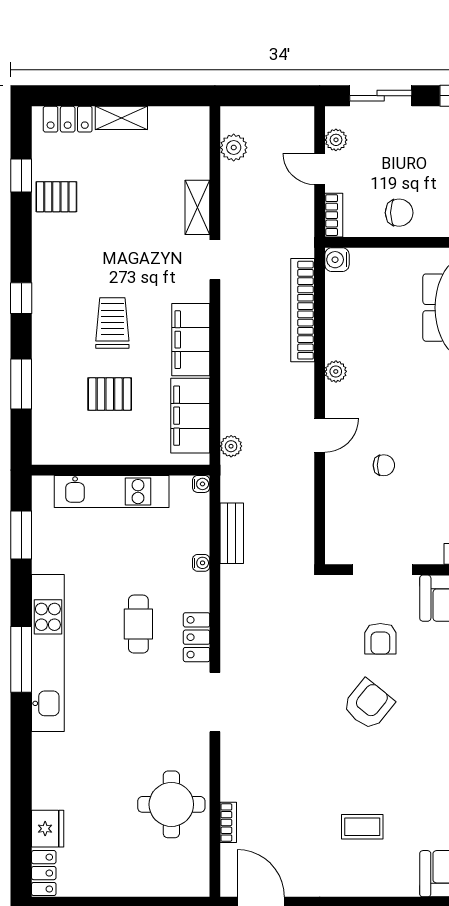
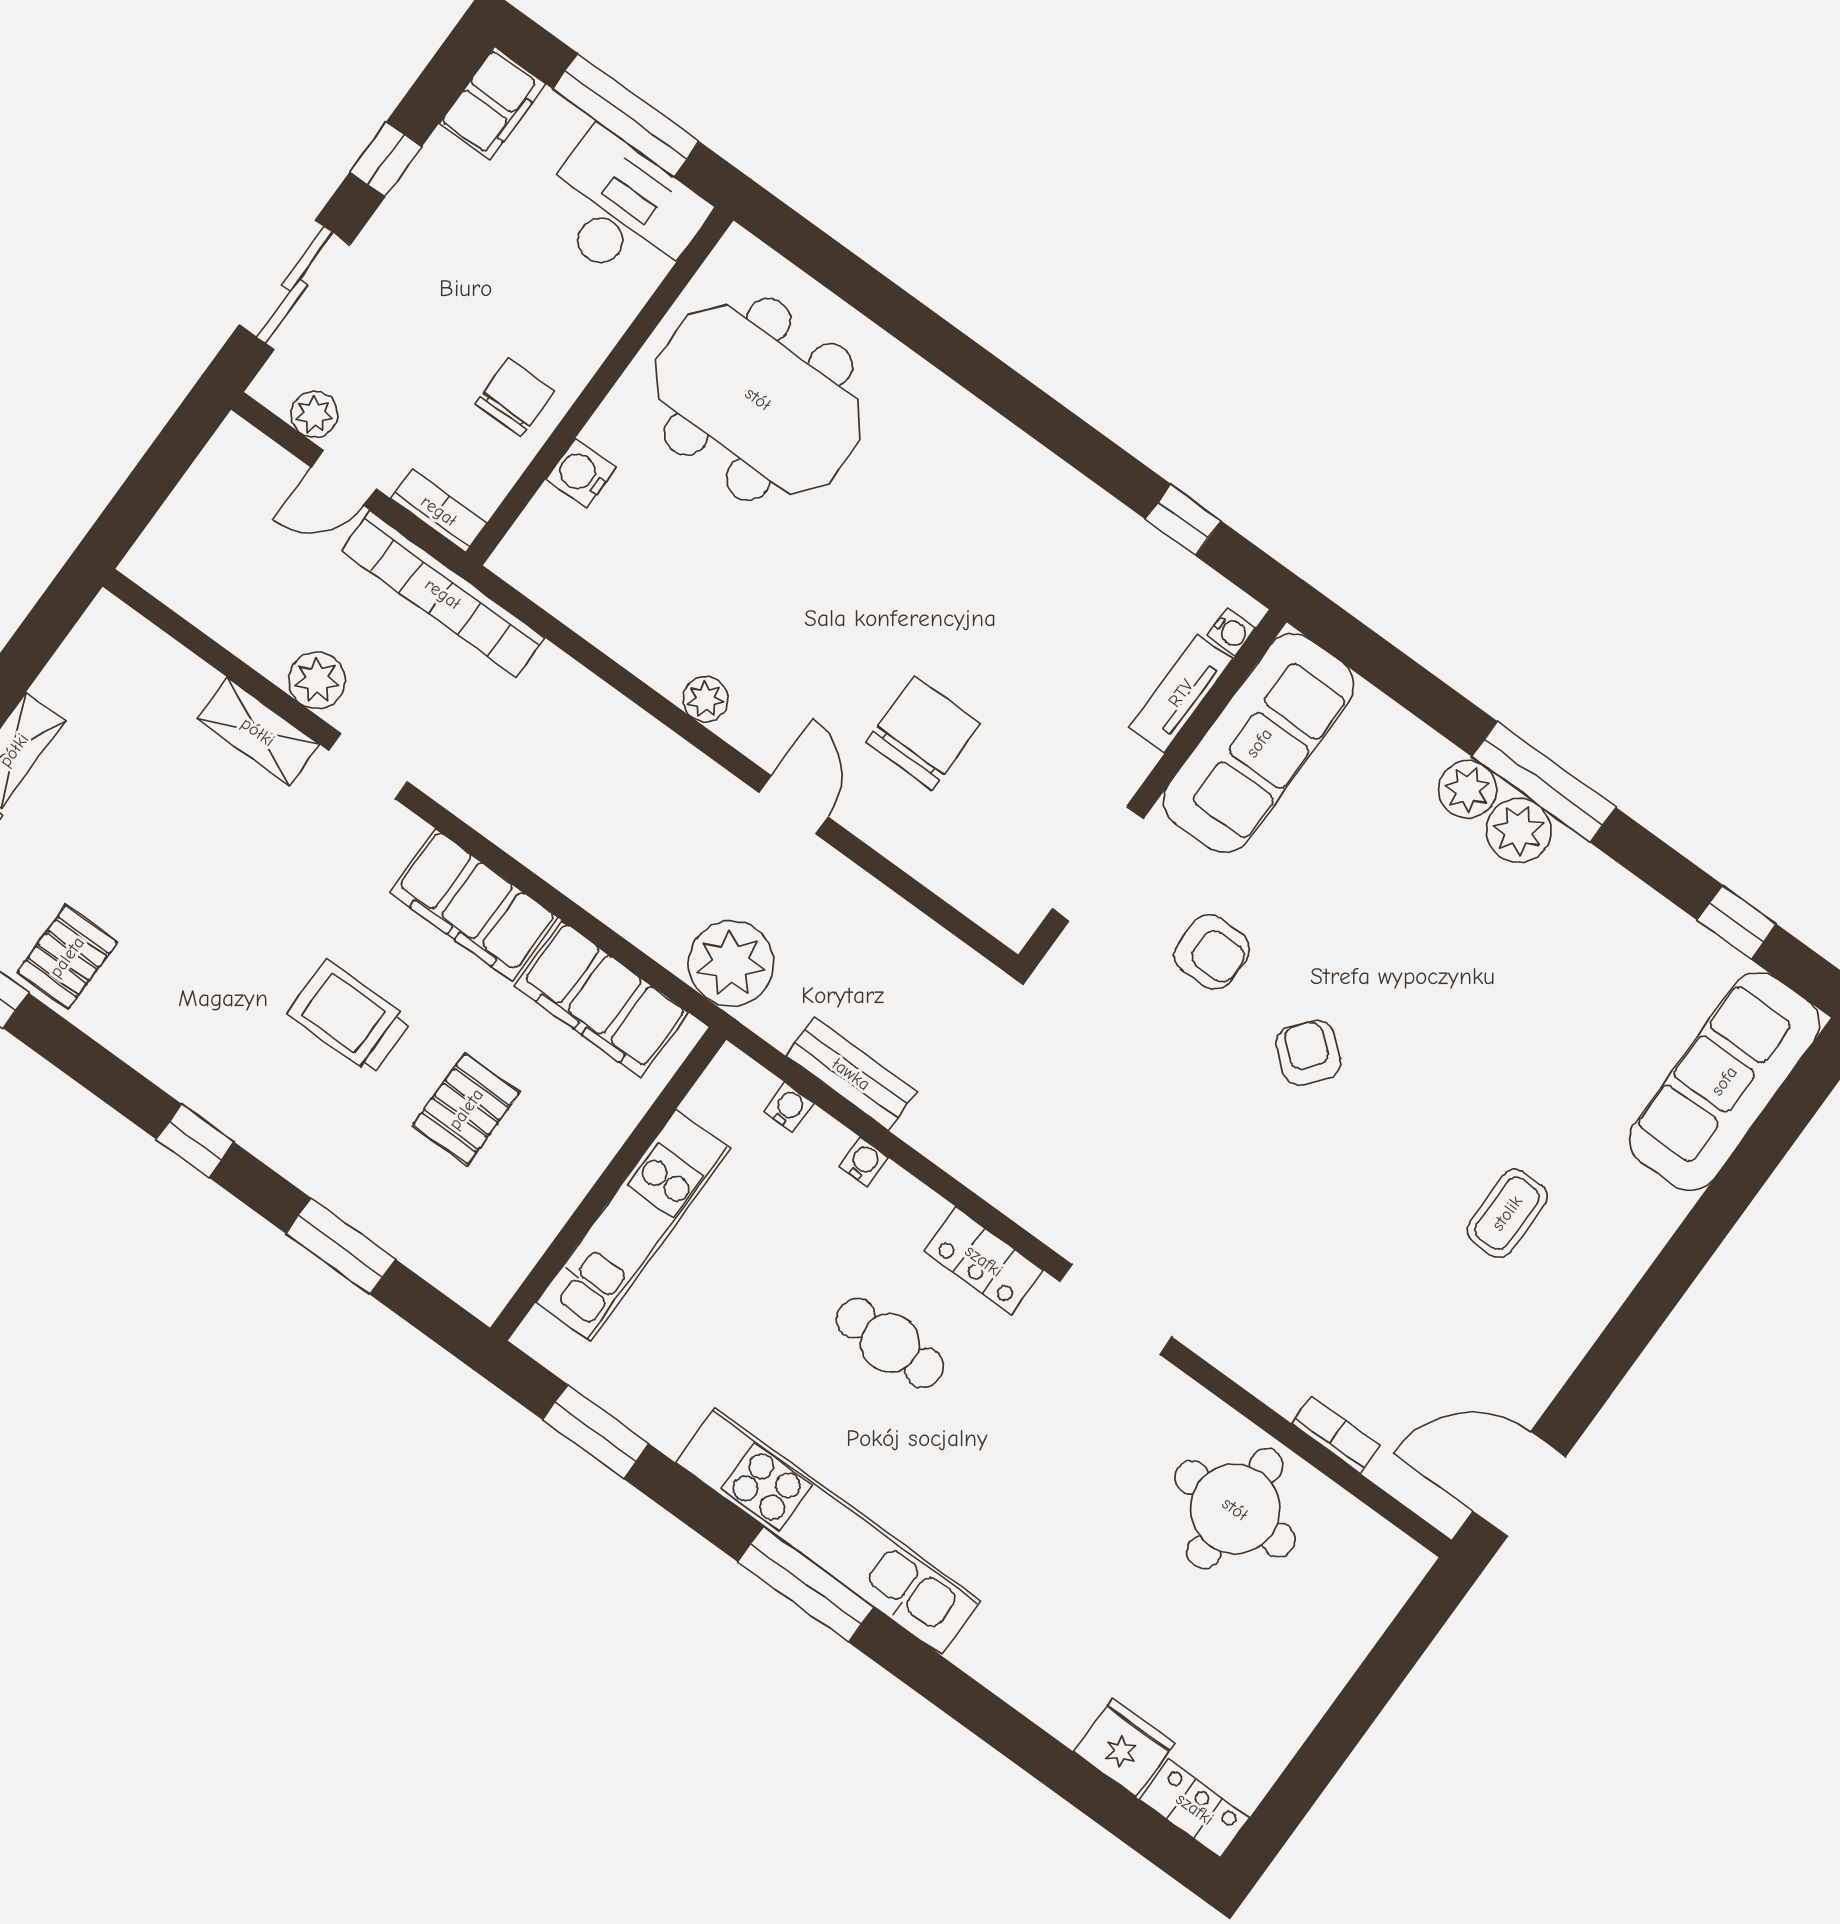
plant: (234, 148) -> (317, 680), moved
water cooler: (337, 260) -> (581, 474), moved, turned 90
bookcase: (303, 310) -> (443, 594), moved
plant: (231, 446) -> (731, 964), width x1.87, depth x1.87
chair: (384, 465) -> (923, 733), width x1.87, depth x1.87
water cooler: (201, 484) -> (789, 1107), moved
armchair: (368, 704) -> (1308, 1053), width x0.72, depth x0.72

